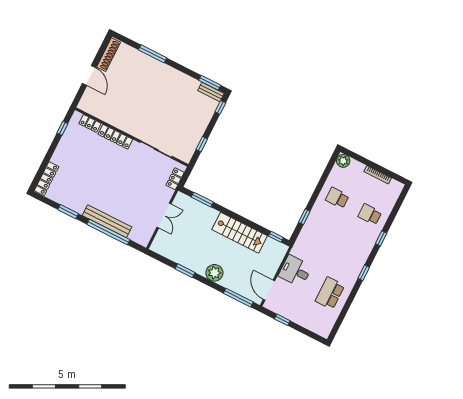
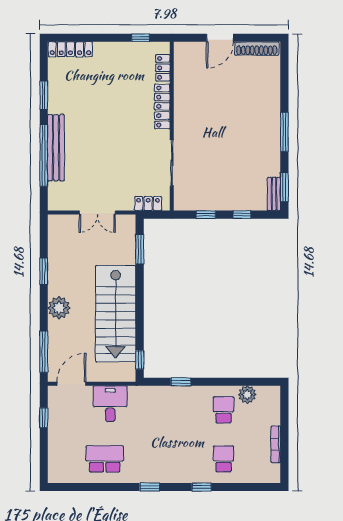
window: (153, 54) -> (284, 132), moved
window: (220, 107) -> (242, 215), moved
plant: (343, 161) -> (247, 395), moved
stairs: (240, 233) -> (116, 314), width x1.36, depth x1.51

